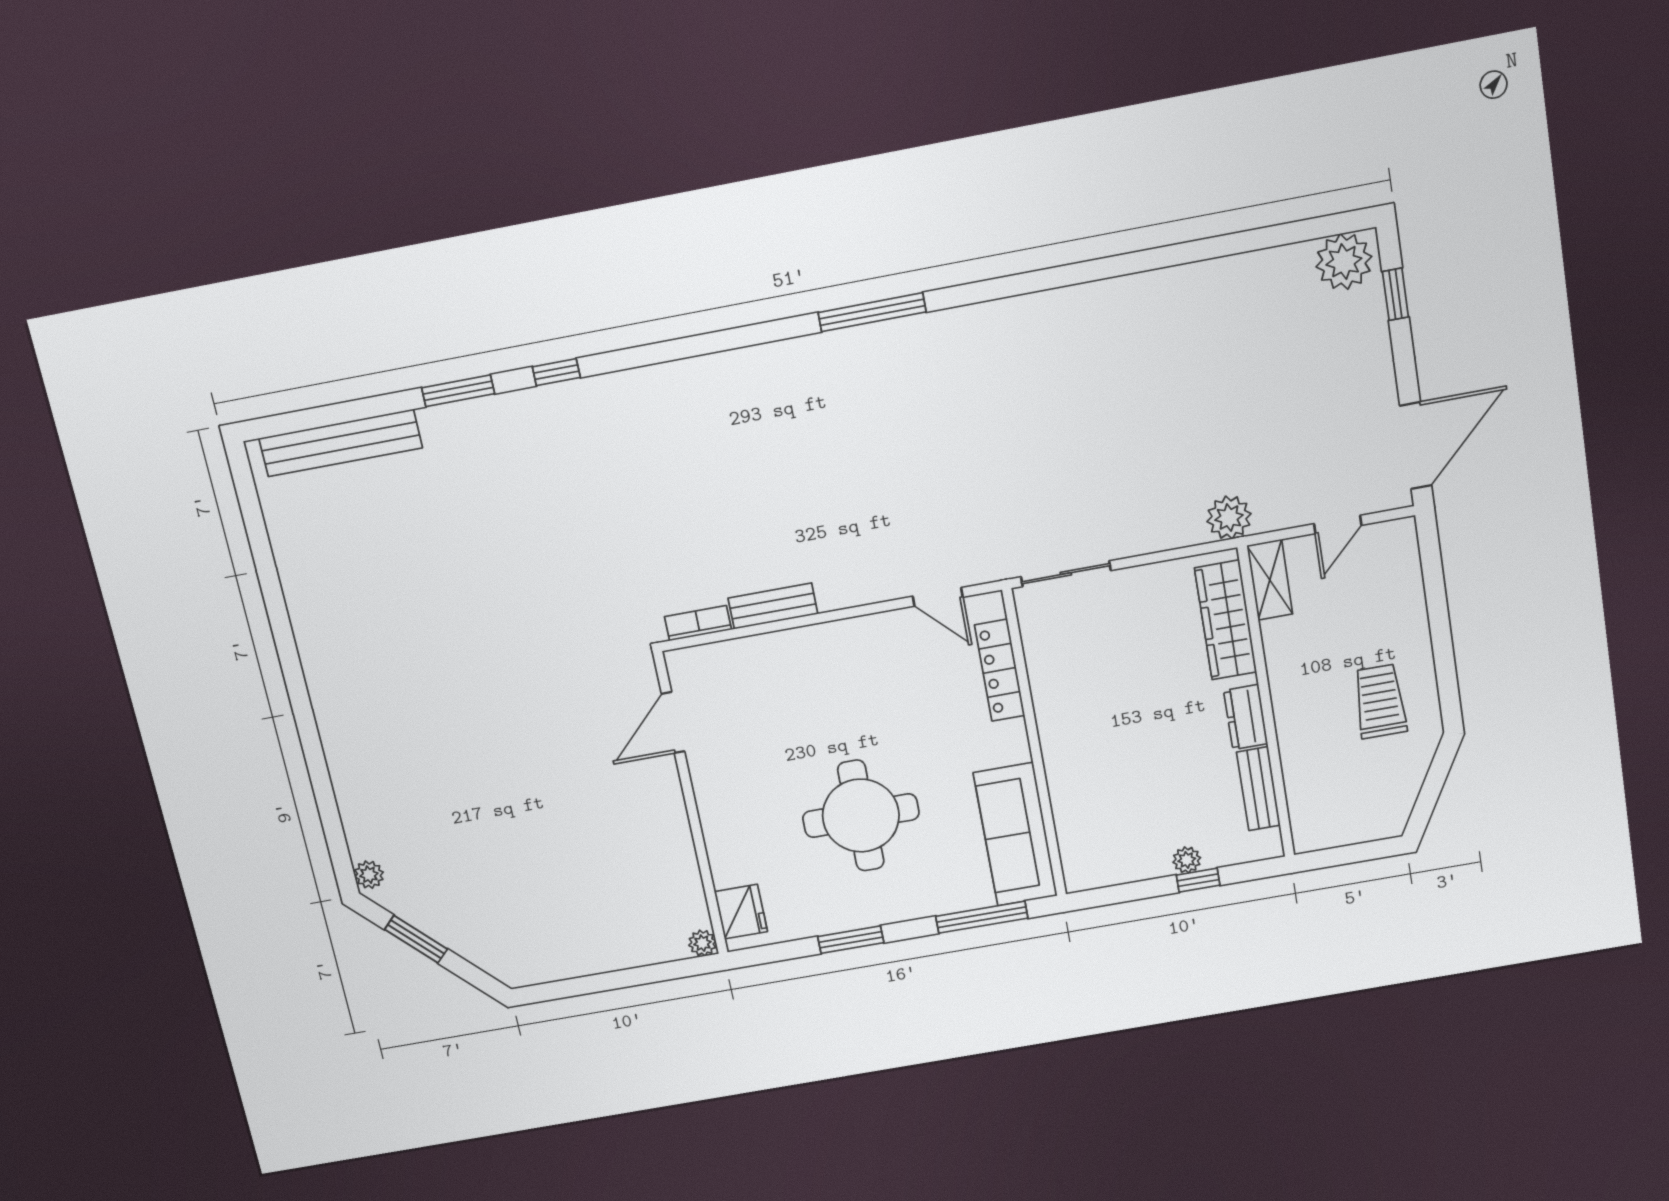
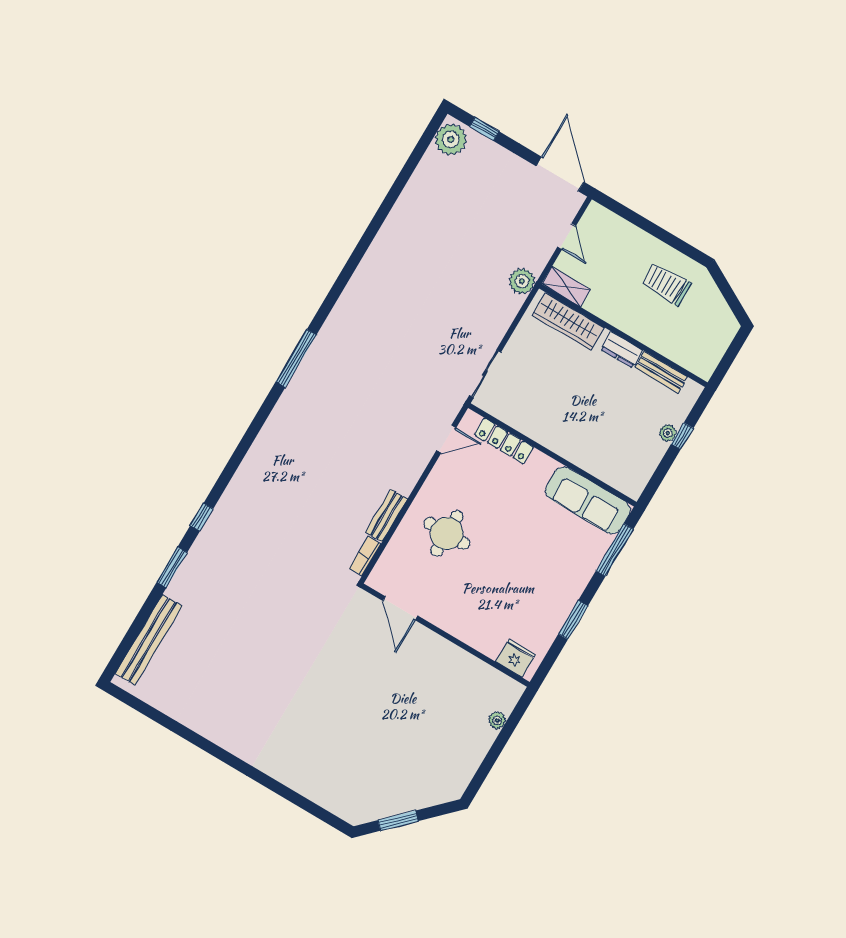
round table: (861, 816) -> (447, 533), moved, width x0.73, depth x0.73
plant: (369, 875) -> (349, 813), removed
plant: (702, 943) -> (497, 720), moved

